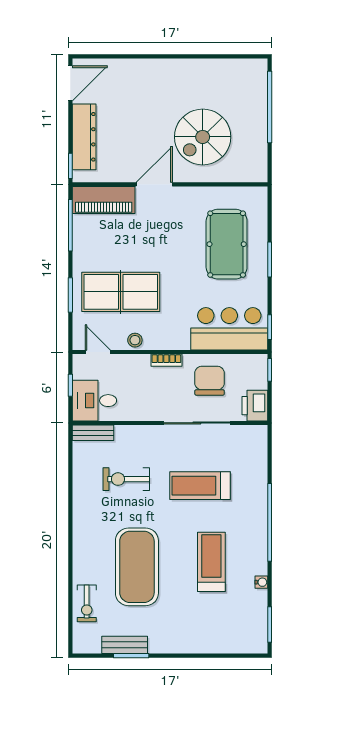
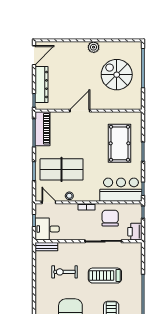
plant: (179, 69) -> (94, 47), added
spiral stairs: (203, 137) -> (117, 75), moved, turned 90
piano: (104, 200) -> (43, 129), moved, turned -90

